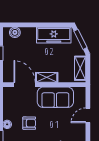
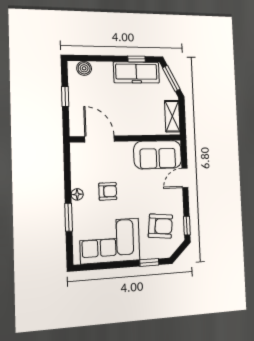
window: (54, 25) -> (137, 59), added
shelving: (47, 77) -> (129, 129), removed
sofa: (55, 97) -> (158, 155), moved

